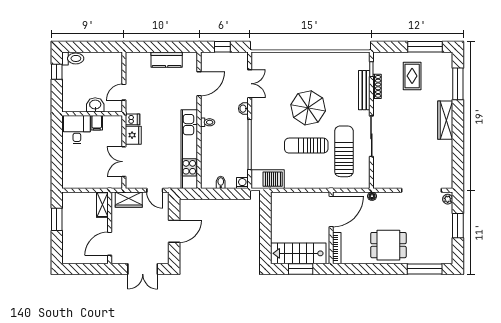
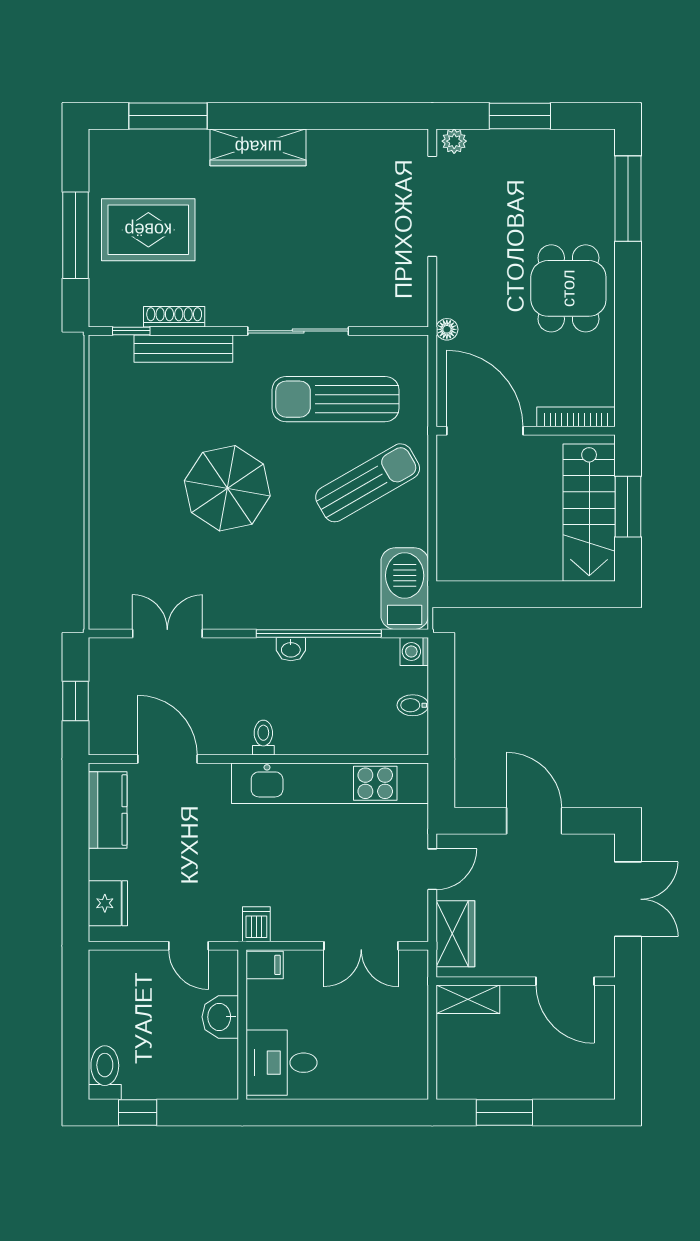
window: (425, 47) -> (76, 235), moved
kitchen counter: (167, 60) -> (108, 810), moved
rug: (412, 76) -> (148, 230), width x1.36, depth x1.43
washbasin: (243, 109) -> (291, 649), moved
filing cabinet: (97, 123) -> (265, 965), moved
fridge: (133, 135) -> (108, 903), moved, turned 90
sun lounger: (306, 146) -> (368, 483), moved, turned -120

